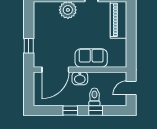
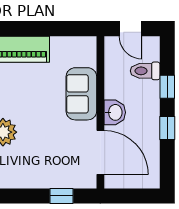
toilet: (94, 97) -> (145, 71), moved

